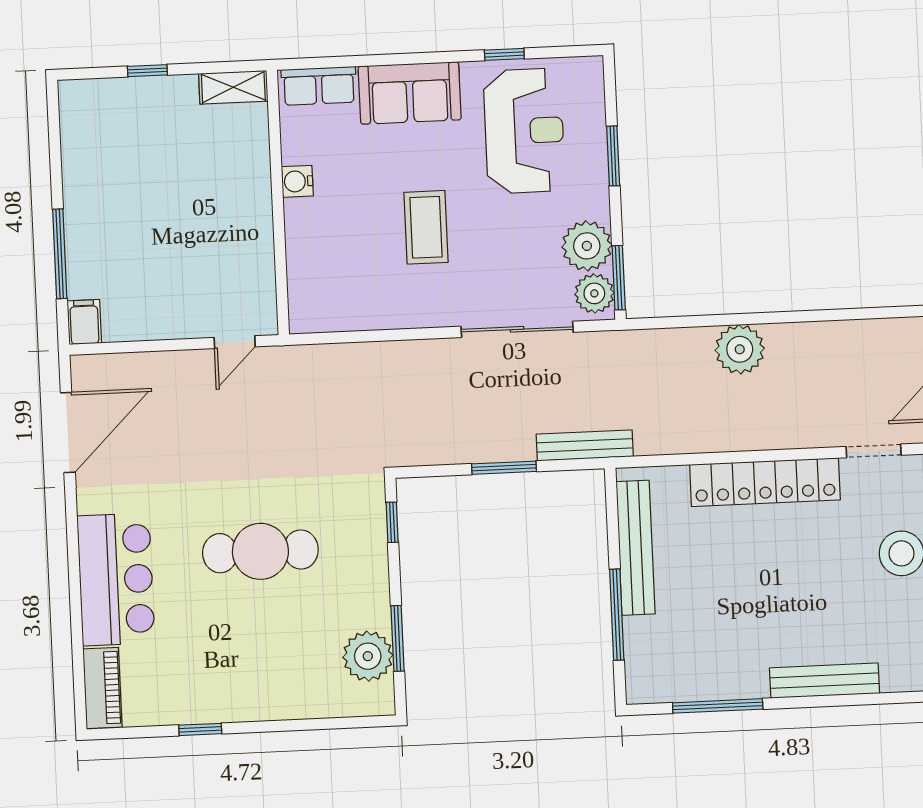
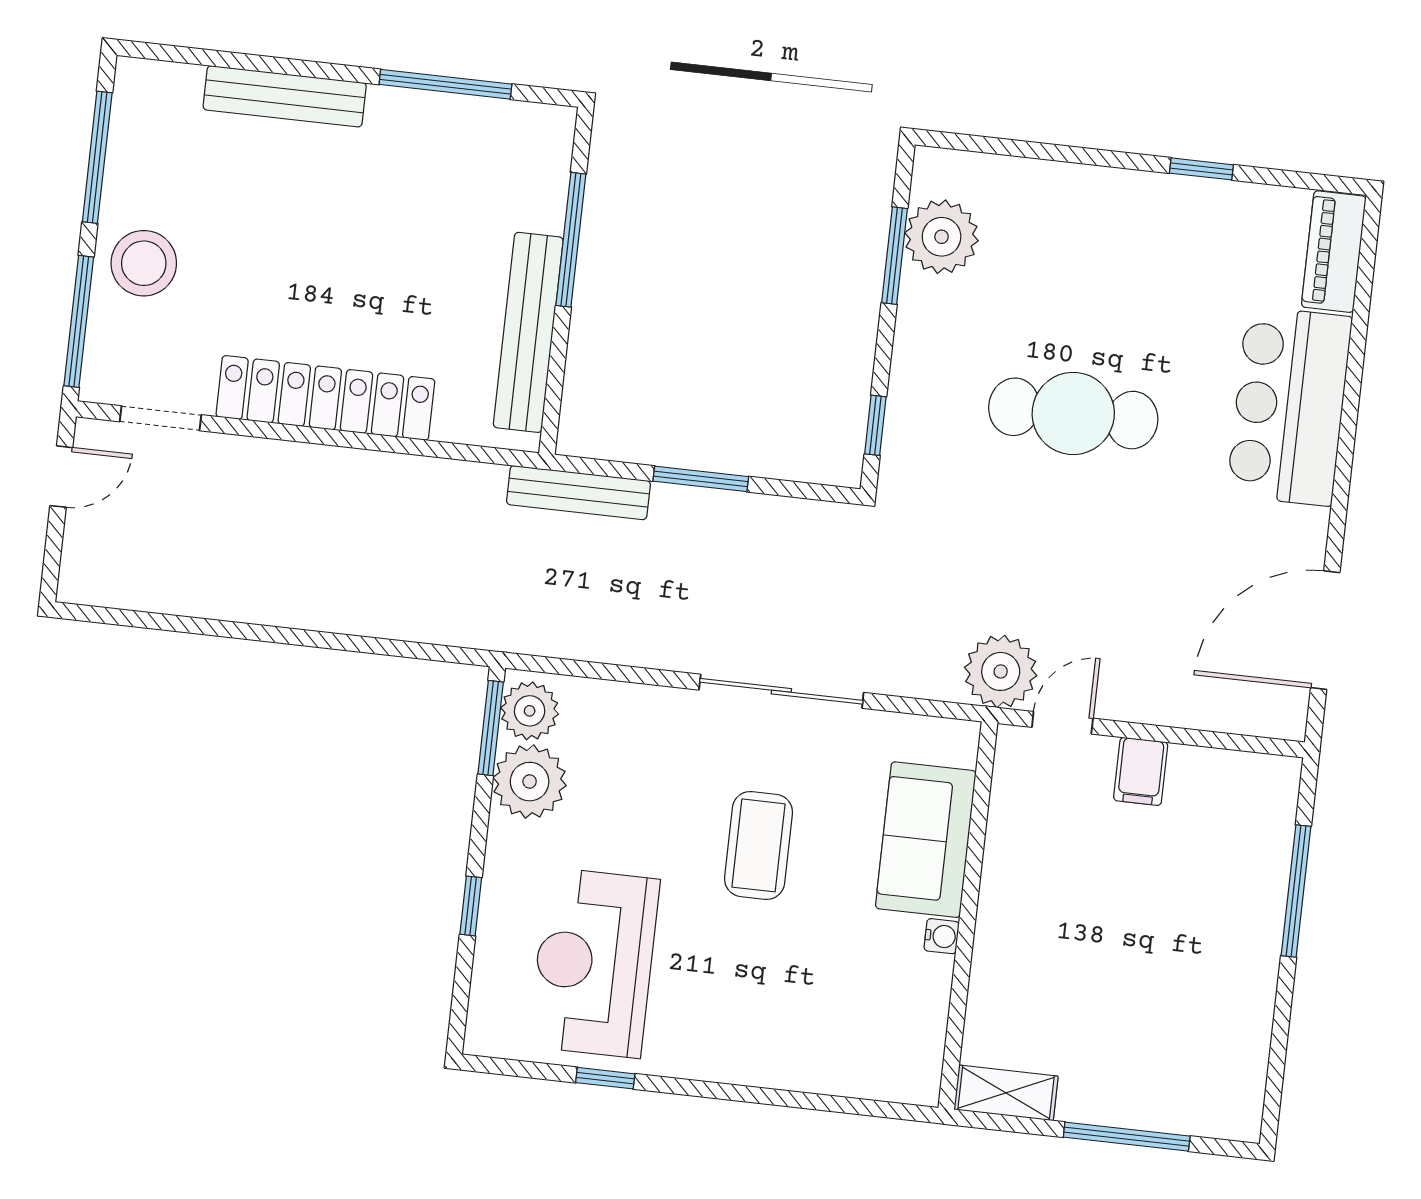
window: (147, 71) -> (1127, 1137), width x2.17
row of seats: (319, 86) -> (882, 1075), removed
sofa: (410, 93) -> (926, 840), moved, turned -90
window: (613, 156) -> (471, 906), width x0.67
water cooler: (297, 181) -> (942, 936), width x0.72, depth x0.72
filing cabinet: (84, 322) -> (1141, 771), moved
sliding door: (517, 329) -> (781, 691), moved
plant: (740, 349) -> (1001, 671), moved

